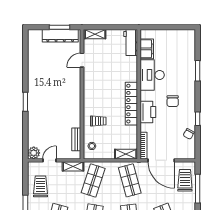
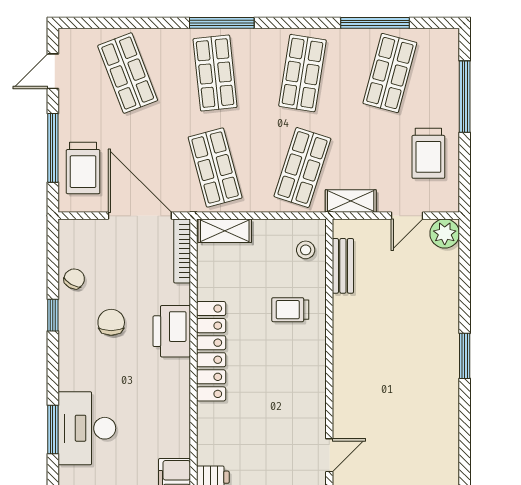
desk: (152, 75) -> (87, 428), moved, turned 180
chair: (173, 101) -> (111, 322), moved

